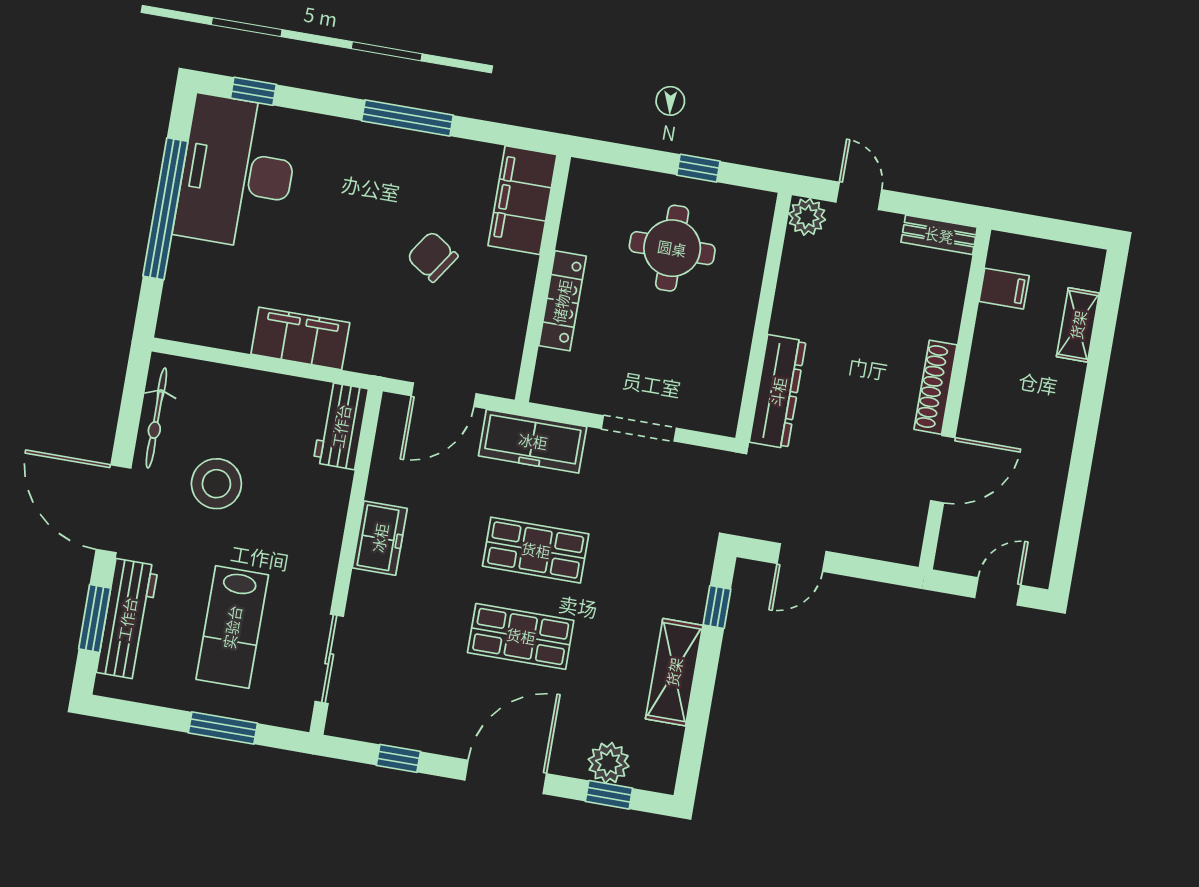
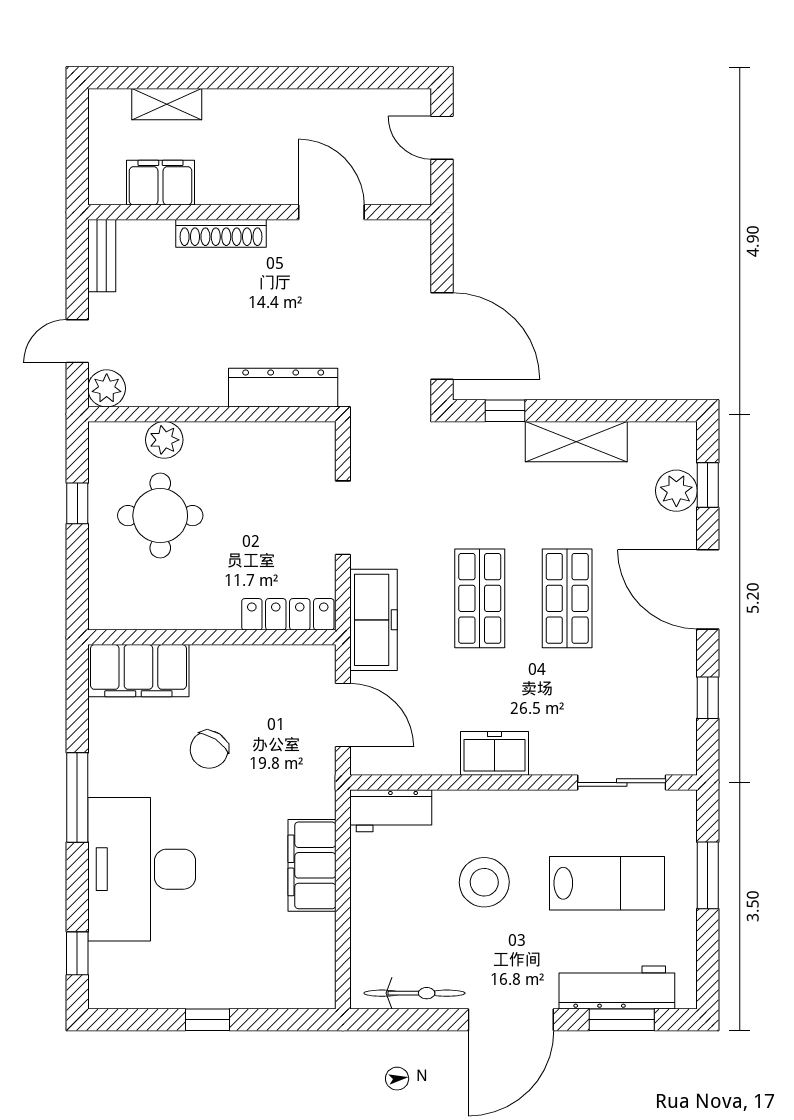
desk: (237, 173) -> (142, 869), moved, turned 90
window: (165, 209) -> (207, 1020), width x0.32
plant: (746, 265) -> (164, 440), added
filing cabinet: (1004, 289) -> (161, 183), width x2.00
locker: (562, 301) -> (288, 614), moved
shoe rack: (936, 387) -> (221, 233), moved
stool: (216, 484) -> (484, 882), moved
door: (802, 557) -> (442, 336), width x1.87

